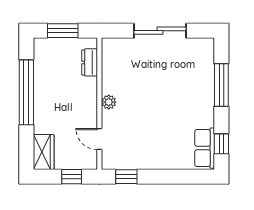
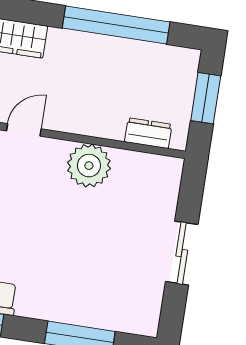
sliding door: (160, 31) -> (182, 253), width x0.73
plant: (109, 102) -> (89, 166), width x1.87, depth x1.87

